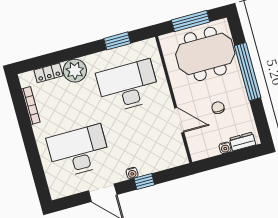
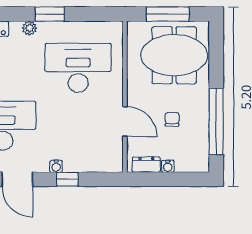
window: (117, 41) -> (50, 14), moved
plant: (75, 71) -> (29, 28), width x0.53, depth x0.53
window: (248, 72) -> (216, 121), moved
dresser: (243, 142) -> (146, 165), moved

